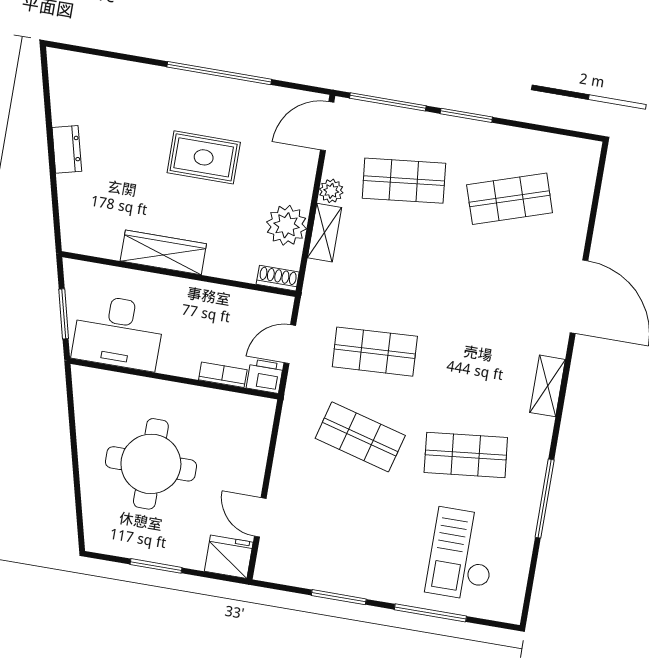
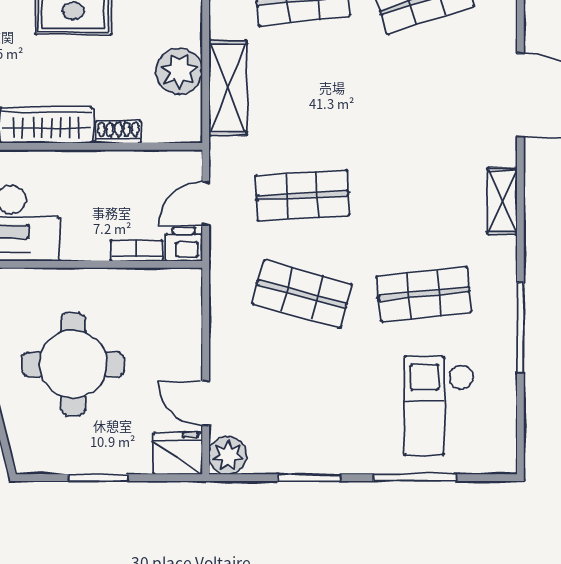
plant: (331, 191) -> (228, 455), moved, width x1.38, depth x1.38
shelving: (325, 233) -> (228, 88), width x1.50, depth x1.33
shoe rack: (278, 278) -> (119, 132), moved

